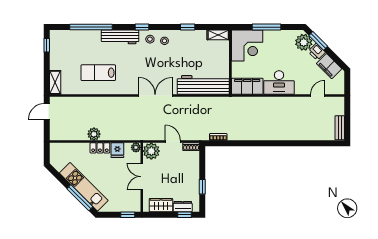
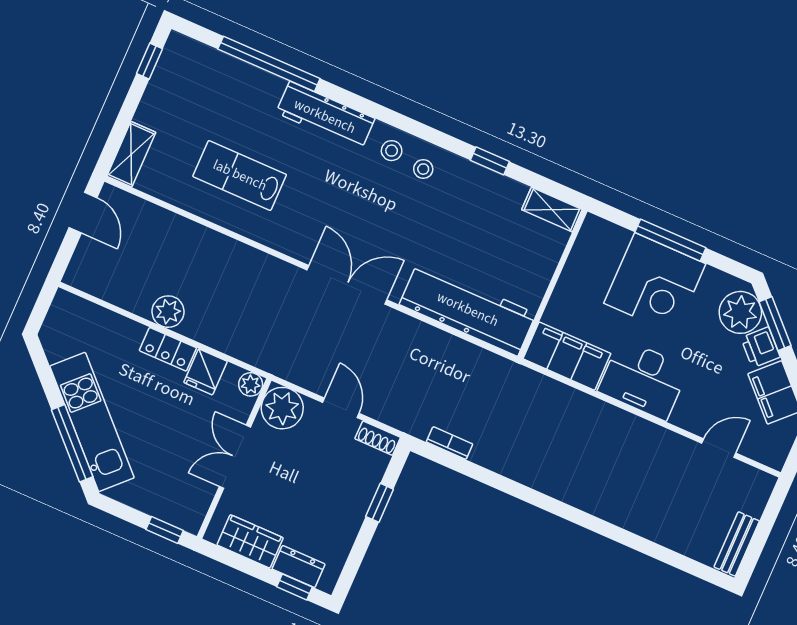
window: (142, 27) -> (386, 115), removed
corner desk: (247, 45) -> (655, 283), moved
door: (47, 111) -> (83, 213), swing flipped
window: (202, 187) -> (380, 503), moved

